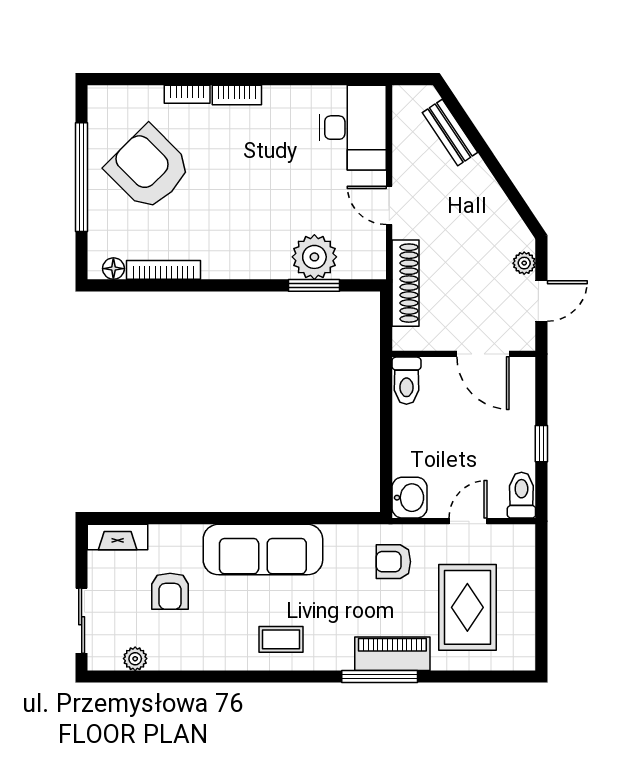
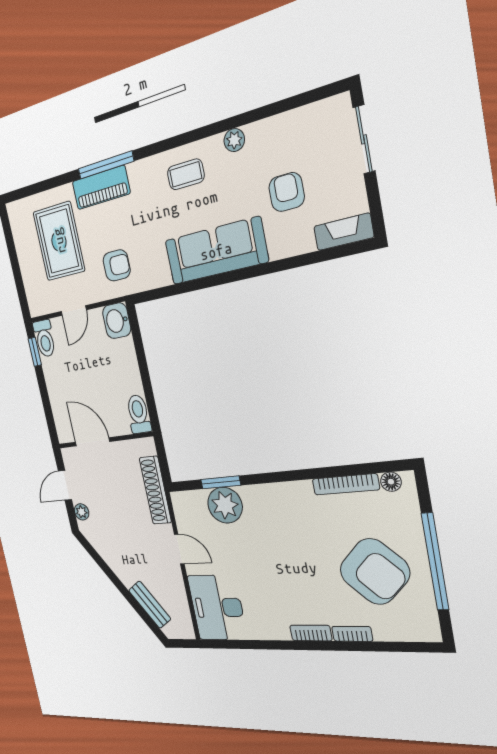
window: (541, 444) -> (35, 352), moved
plant: (135, 659) -> (234, 140), moved

